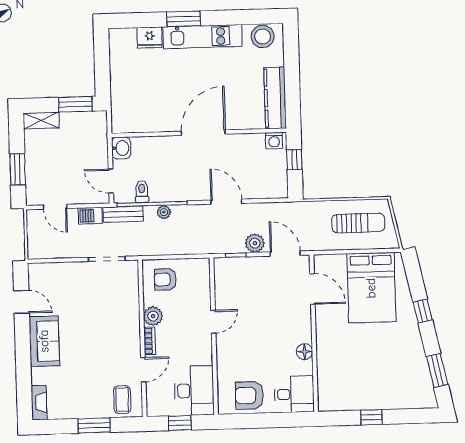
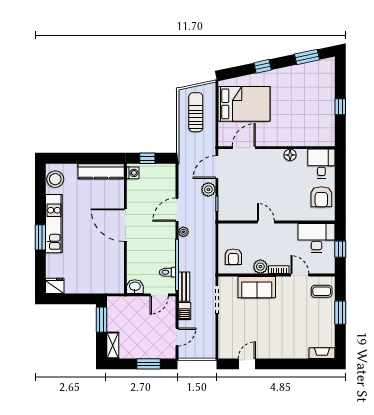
fridge: (149, 38) -> (55, 286), moved, turned -90
plant: (164, 212) -> (183, 232), moved
sofa: (44, 341) -> (257, 287), moved, turned 180

